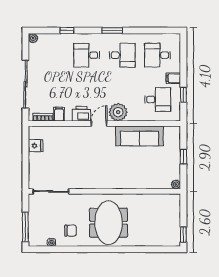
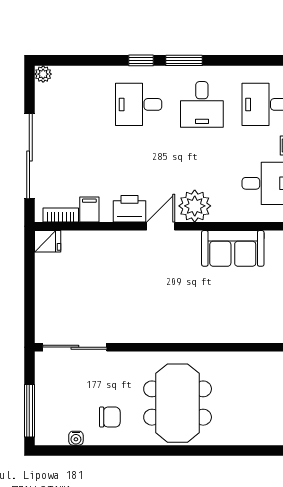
window: (67, 31) -> (141, 60), moved
desk: (122, 55) -> (202, 104), turned 90
sofa: (139, 136) -> (233, 248), width x0.73
fridge: (36, 146) -> (48, 241), moved

